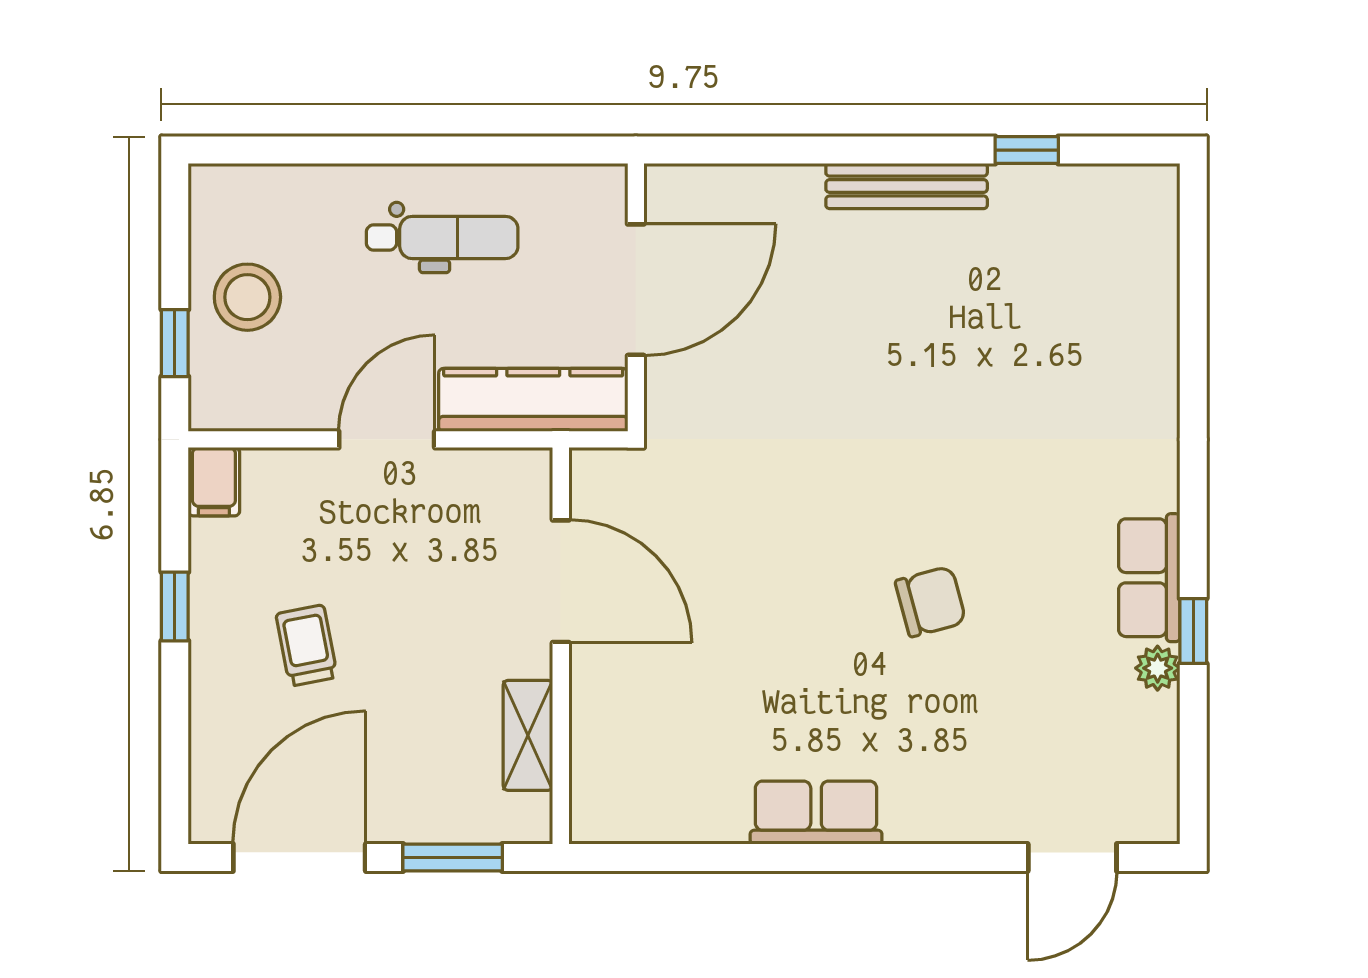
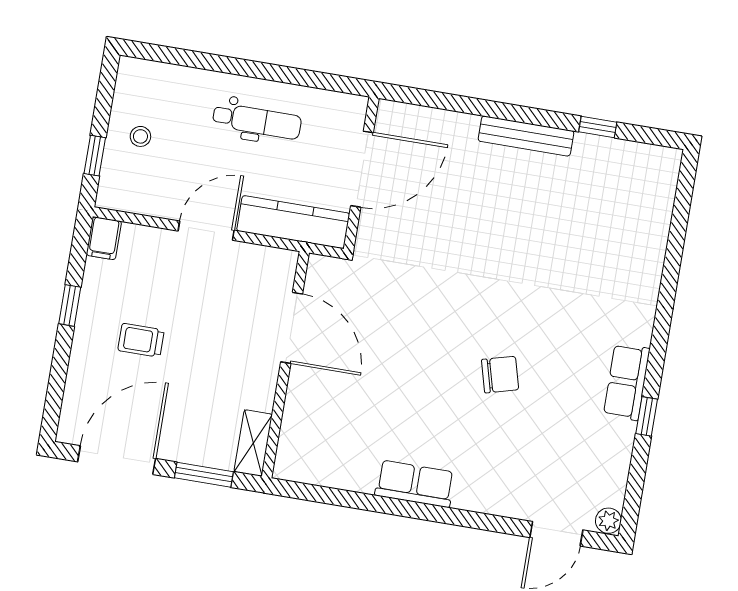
stool: (247, 297) -> (140, 136), width x0.53, depth x0.53
trolley: (307, 646) -> (141, 340), turned -79
plant: (1158, 668) -> (608, 521), moved
shelving: (528, 735) -> (253, 443), moved

